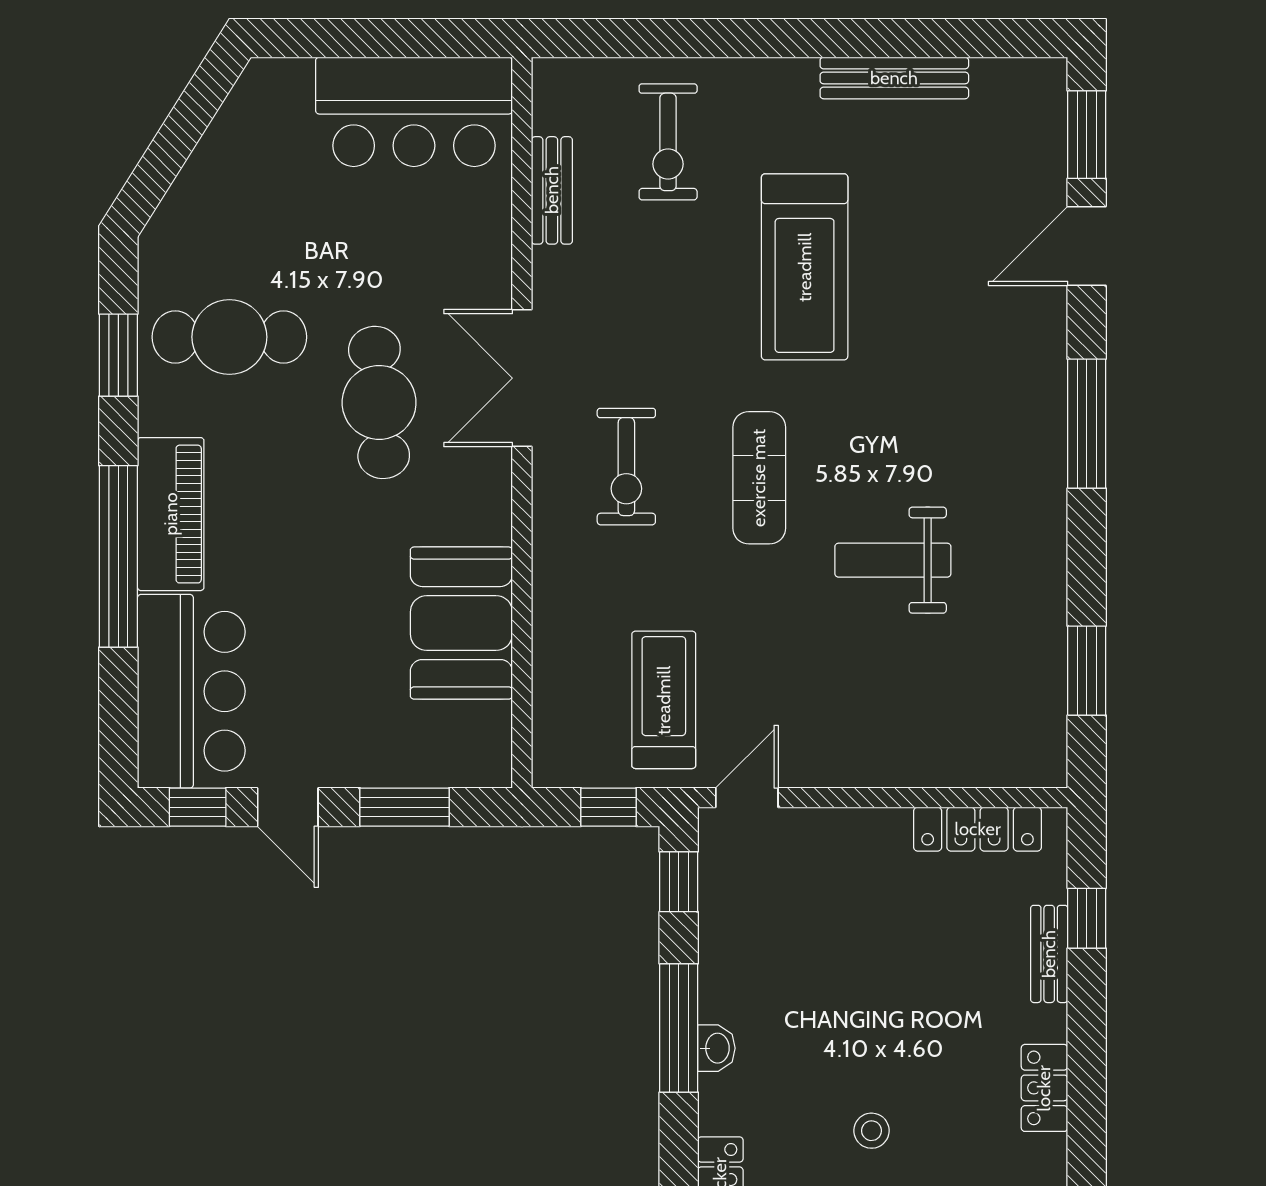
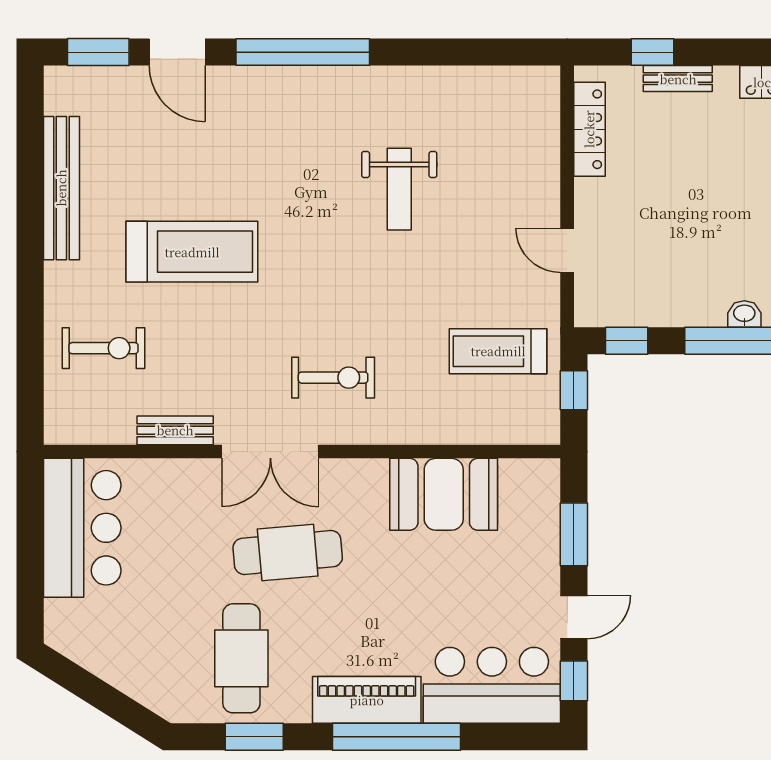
bench: (894, 78) -> (61, 188), width x1.37, depth x1.21
bench: (552, 190) -> (175, 430), moved
window: (1087, 424) -> (303, 52), width x1.46
exercise mat: (759, 478) -> (341, 284), removed
window: (1087, 671) -> (477, 52), removed
door: (747, 798) -> (567, 250), moved

